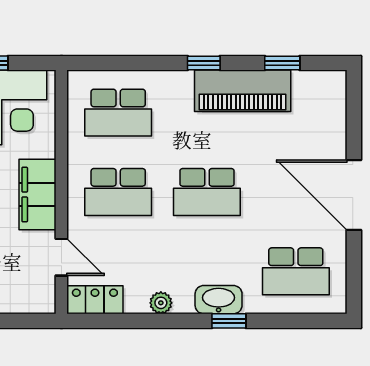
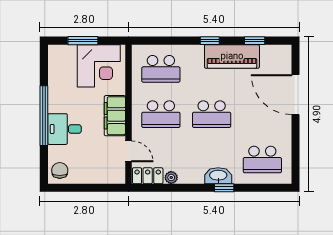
door: (354, 195) -> (296, 95), moved
plant: (161, 303) -> (171, 177), moved

